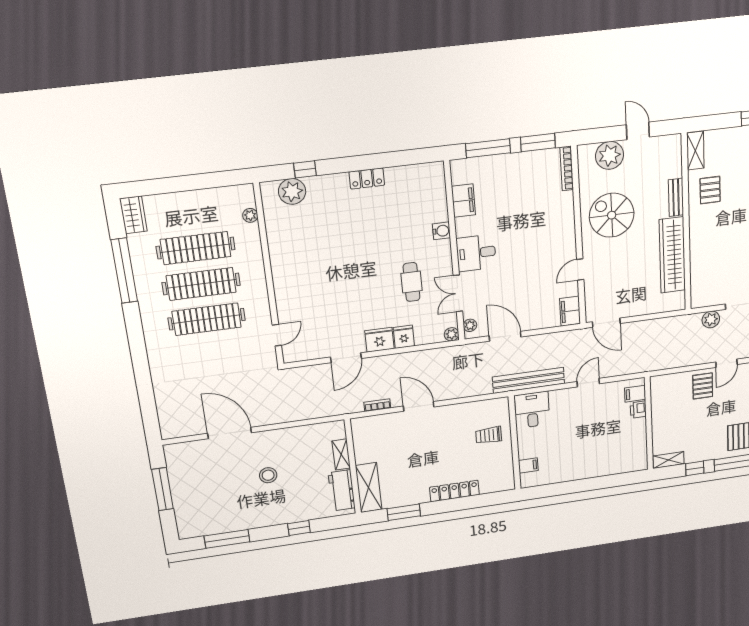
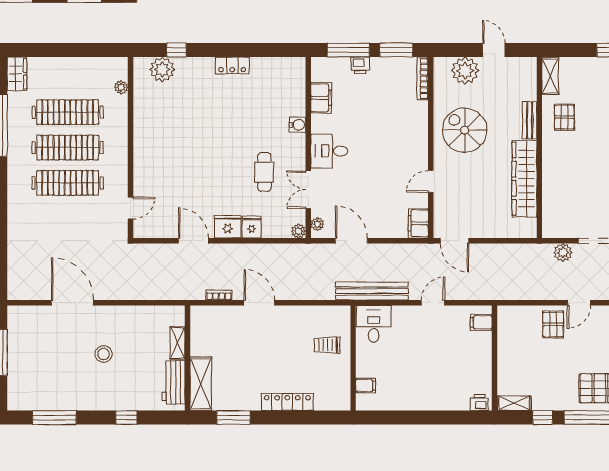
printer: (502, 163) -> (360, 65), added
door: (346, 358) -> (193, 241), swing flipped
printer: (638, 410) -> (479, 403), moved, turned 90

